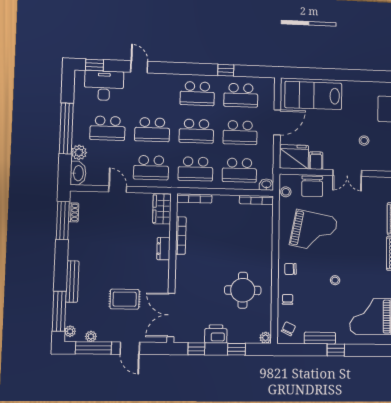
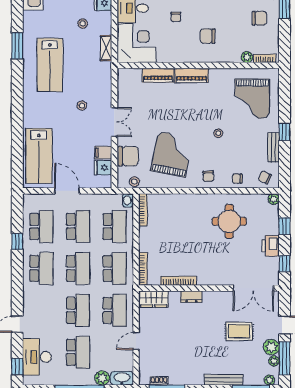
fridge: (294, 157) -> (103, 167), width x0.53, depth x0.75
rug: (125, 299) -> (239, 331), turned 90
plant: (106, 334) -> (271, 347), added

